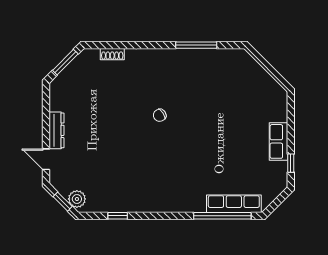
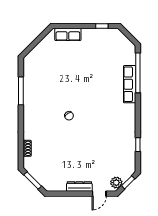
row of seats: (279, 141) -> (68, 34), moved
plant: (77, 199) -> (116, 183), moved
row of seats: (234, 204) -> (130, 84), moved

